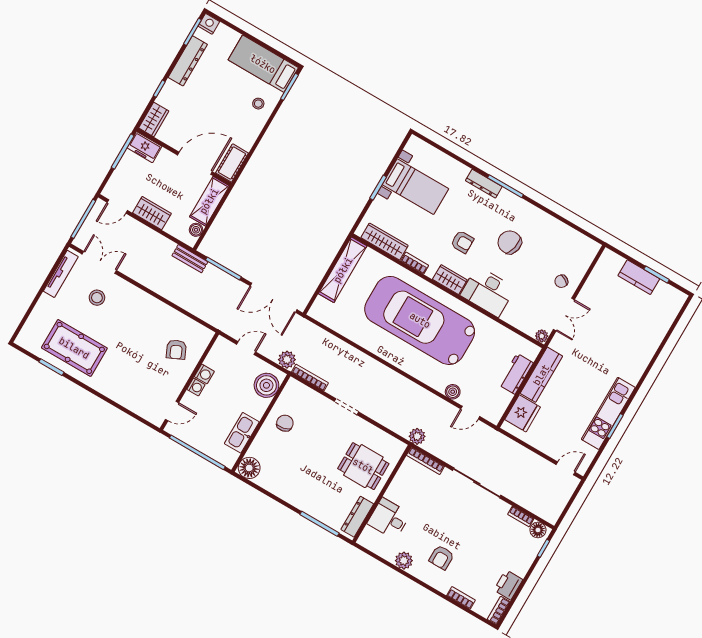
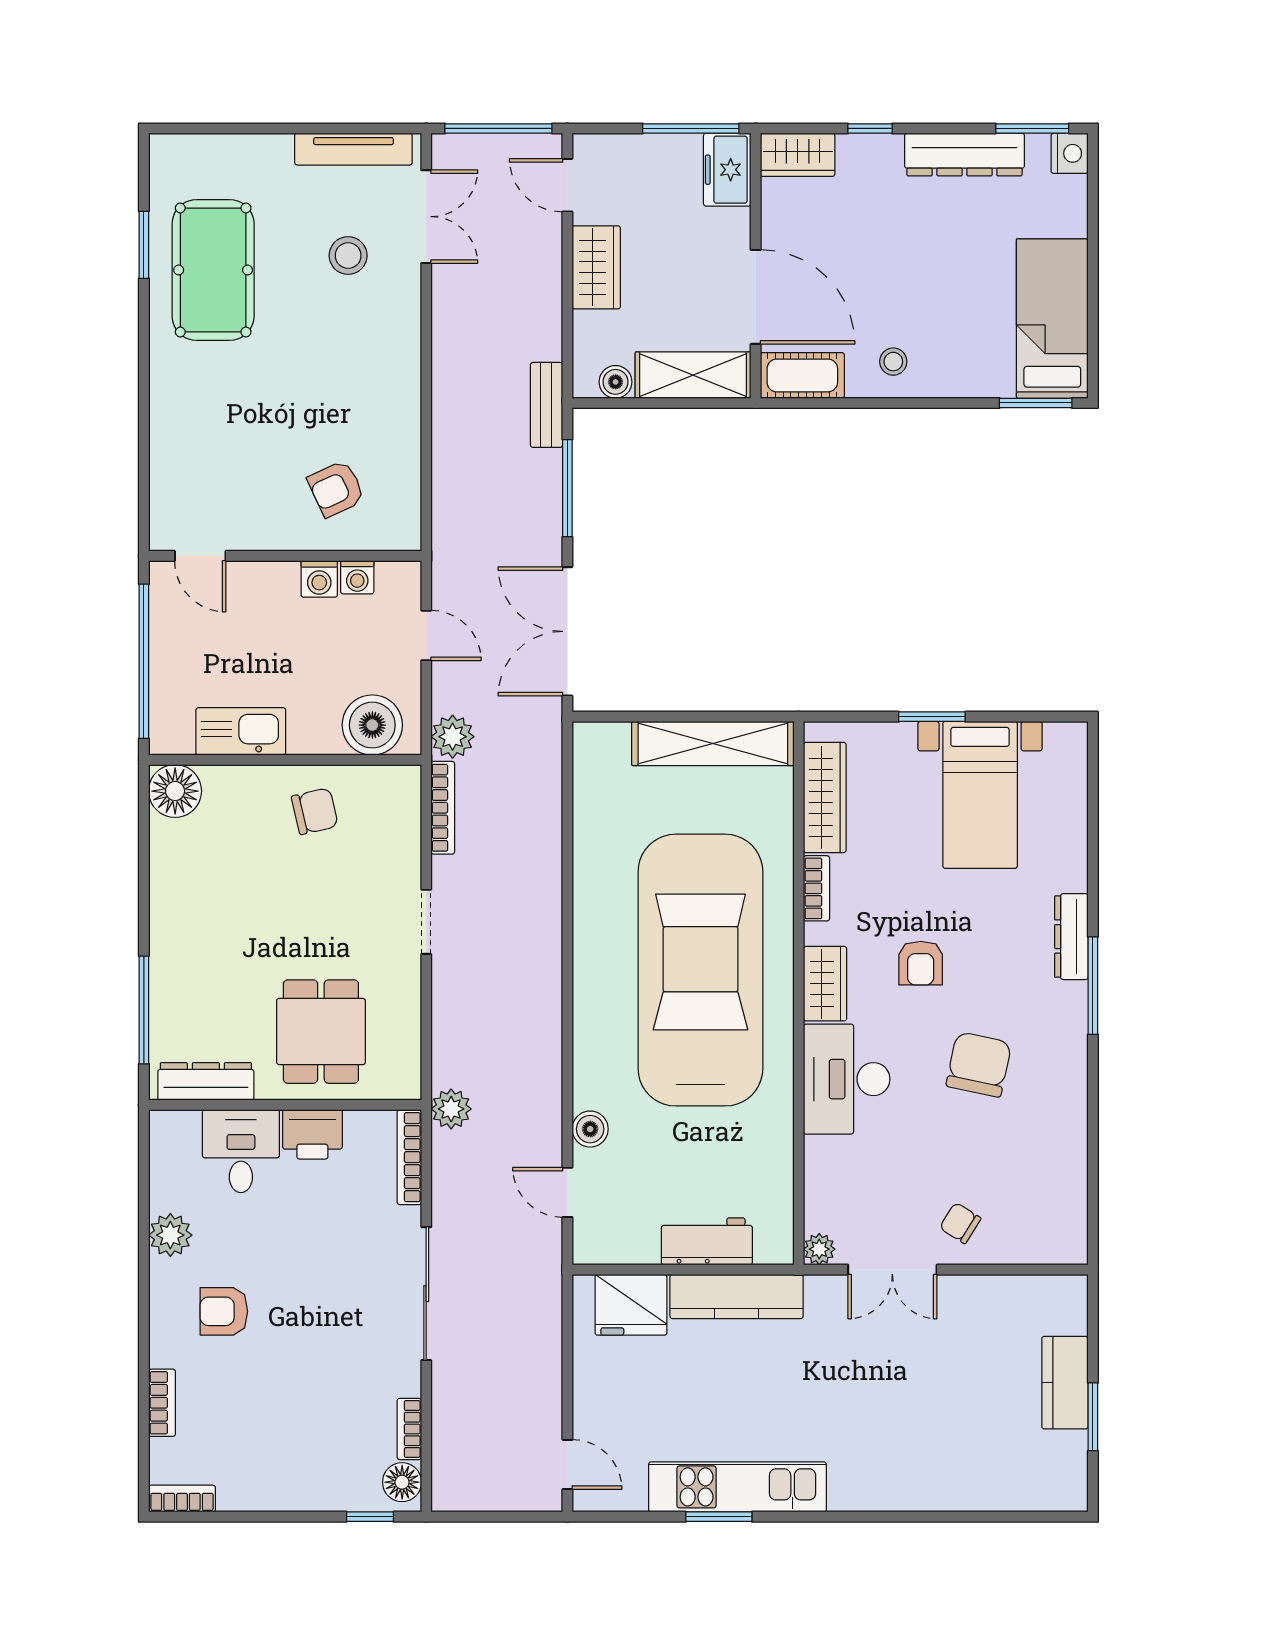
stool: (258, 104) -> (893, 362), moved
washing machine: (196, 387) -> (357, 577), moved
printer: (508, 585) -> (312, 1134), moved, turned 180

